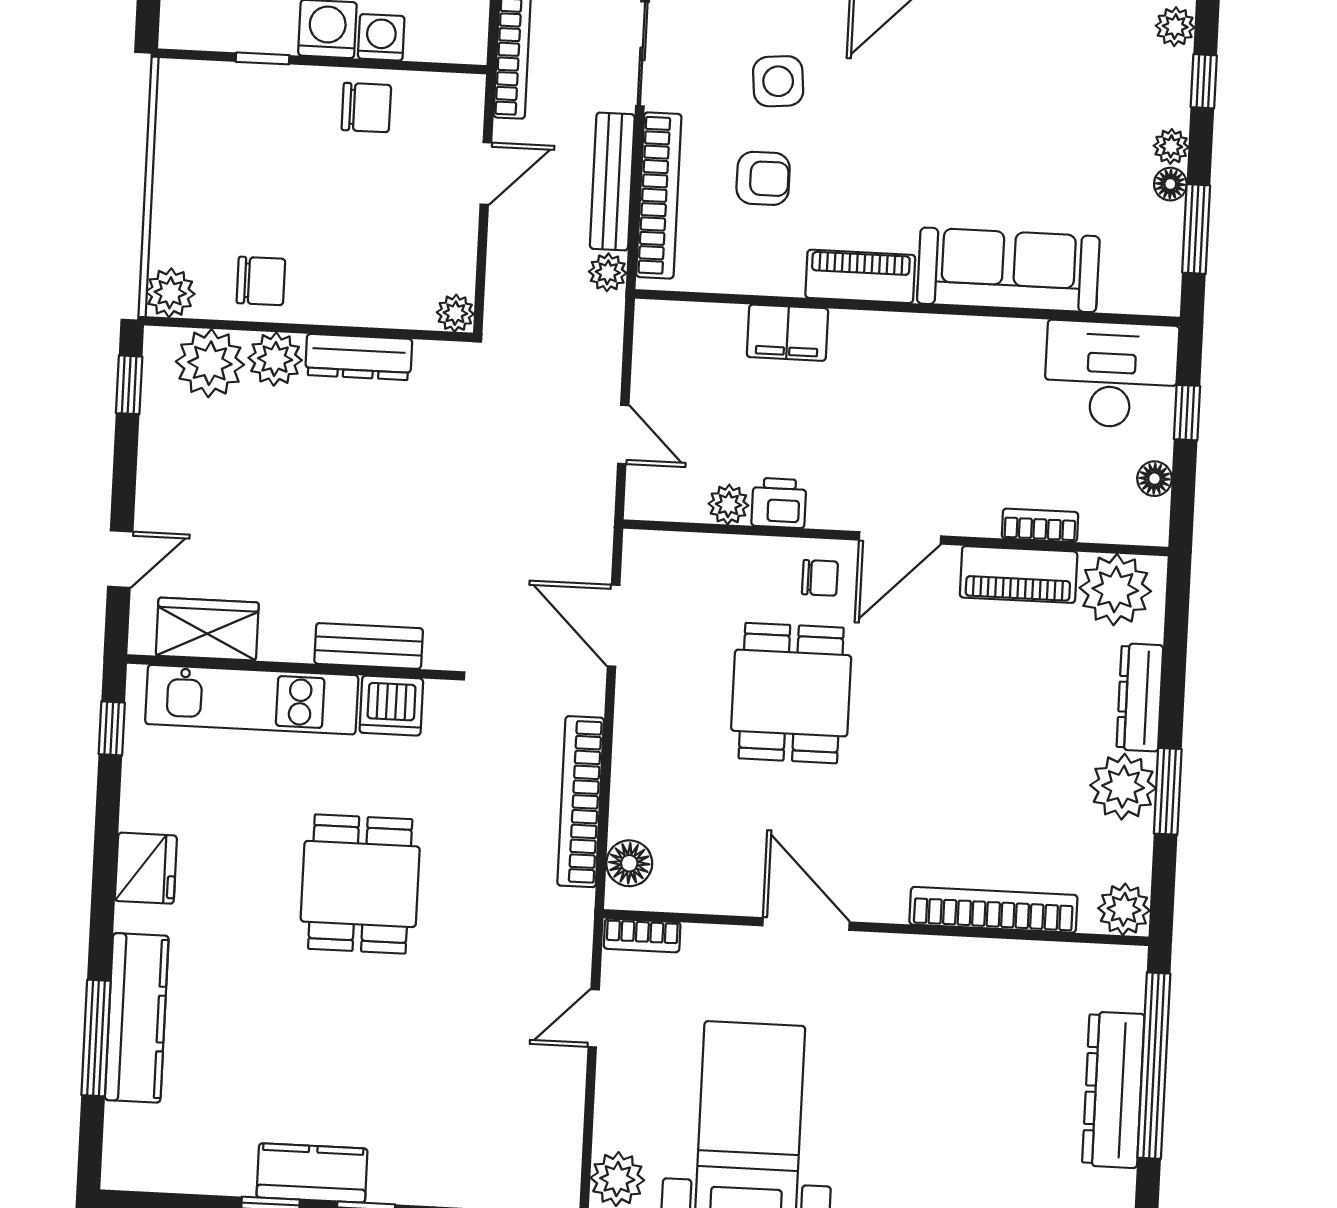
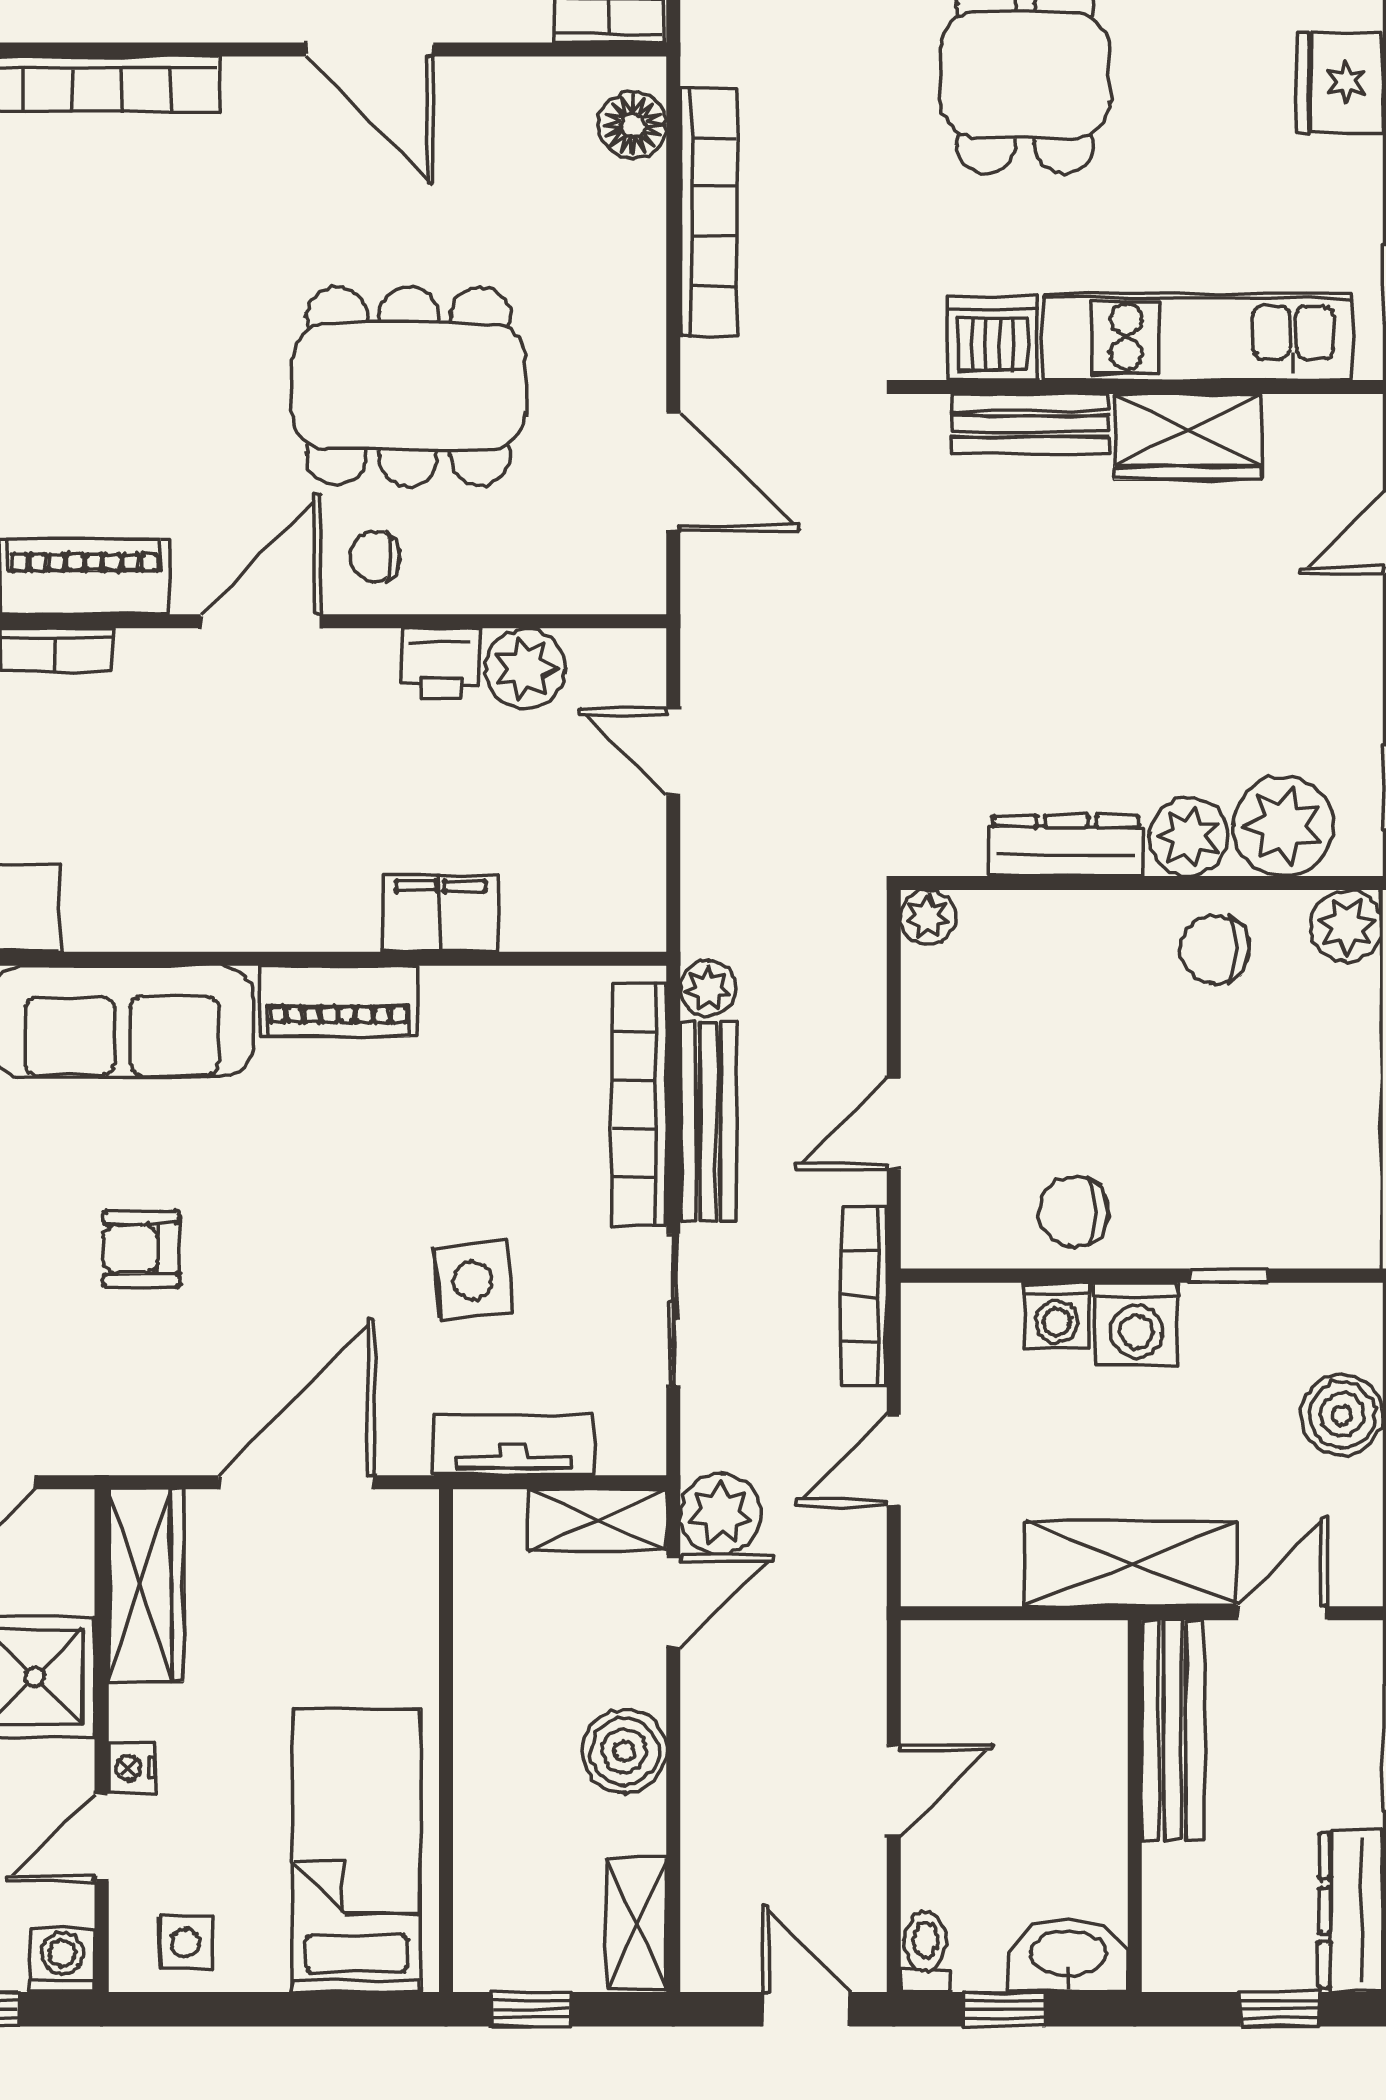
armchair: (763, 178) -> (141, 1249), moved
plant: (728, 505) -> (525, 668), width x1.38, depth x1.38
wardrobe: (207, 629) -> (1188, 437), moved
dining table: (791, 693) -> (408, 386), width x1.38

